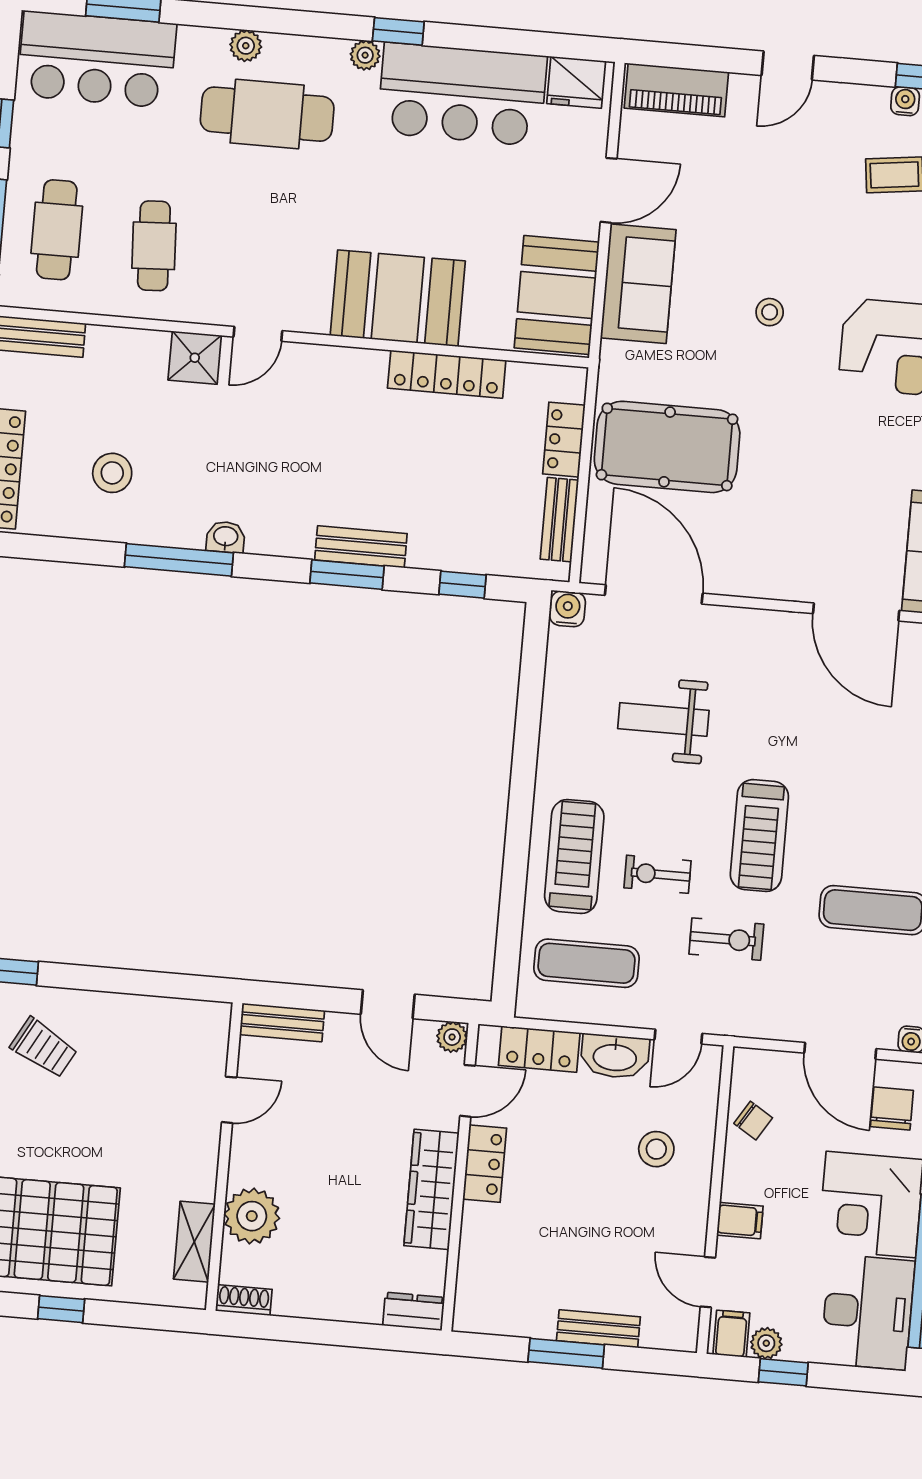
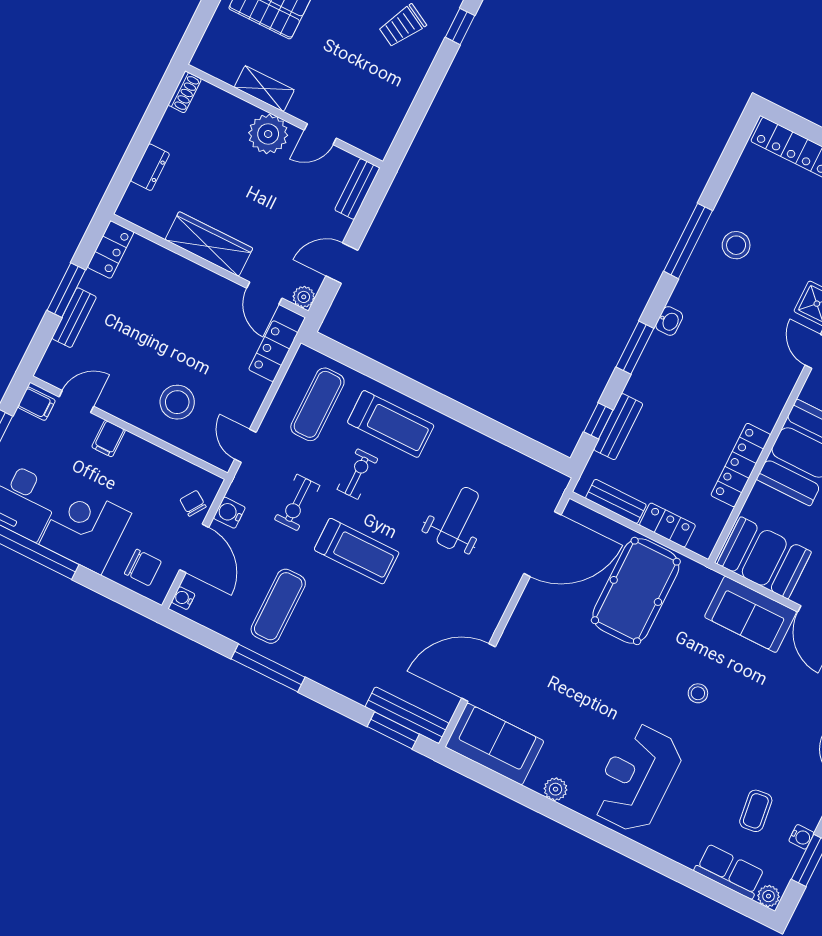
stool: (112, 473) -> (736, 245), moved
washbasin: (226, 537) -> (669, 321), moved
bench: (361, 547) -> (618, 427), moved
water cooler: (568, 609) -> (229, 513), moved, turned 180
treadmill: (759, 836) -> (357, 551), turned 180
door: (840, 1051) -> (194, 548), swing flipped
washbasin: (615, 1056) -> (249, 399), removed
door: (229, 1100) -> (320, 134), hinge flipped
chair: (753, 1121) -> (193, 503), moved, turned 92
stool: (656, 1149) -> (177, 402), width x1.38, depth x1.38
locker: (485, 1164) -> (111, 250), moved, turned -90
plant: (252, 1216) -> (268, 134), moved
shelving: (194, 1242) -> (264, 89), moved
dresser: (414, 1311) -> (150, 167), moved
plant: (766, 1343) -> (21, 424), removed

